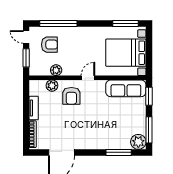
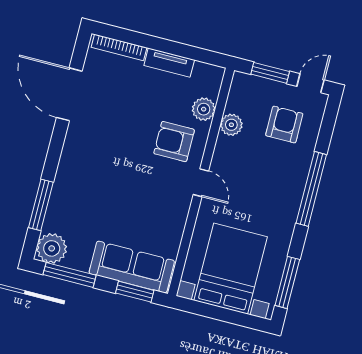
window: (58, 23) -> (311, 189), moved
armchair: (49, 45) -> (284, 125), turned 180
sofa: (126, 88) -> (132, 267), moved, turned 90

